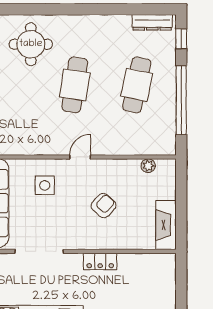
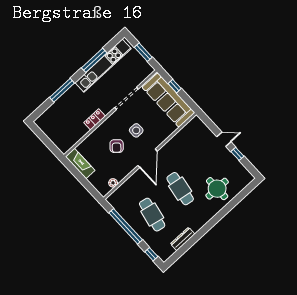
dresser: (152, 22) -> (183, 239), moved
door: (80, 157) -> (147, 158), width x1.87
side table: (45, 185) -> (136, 130), moved

